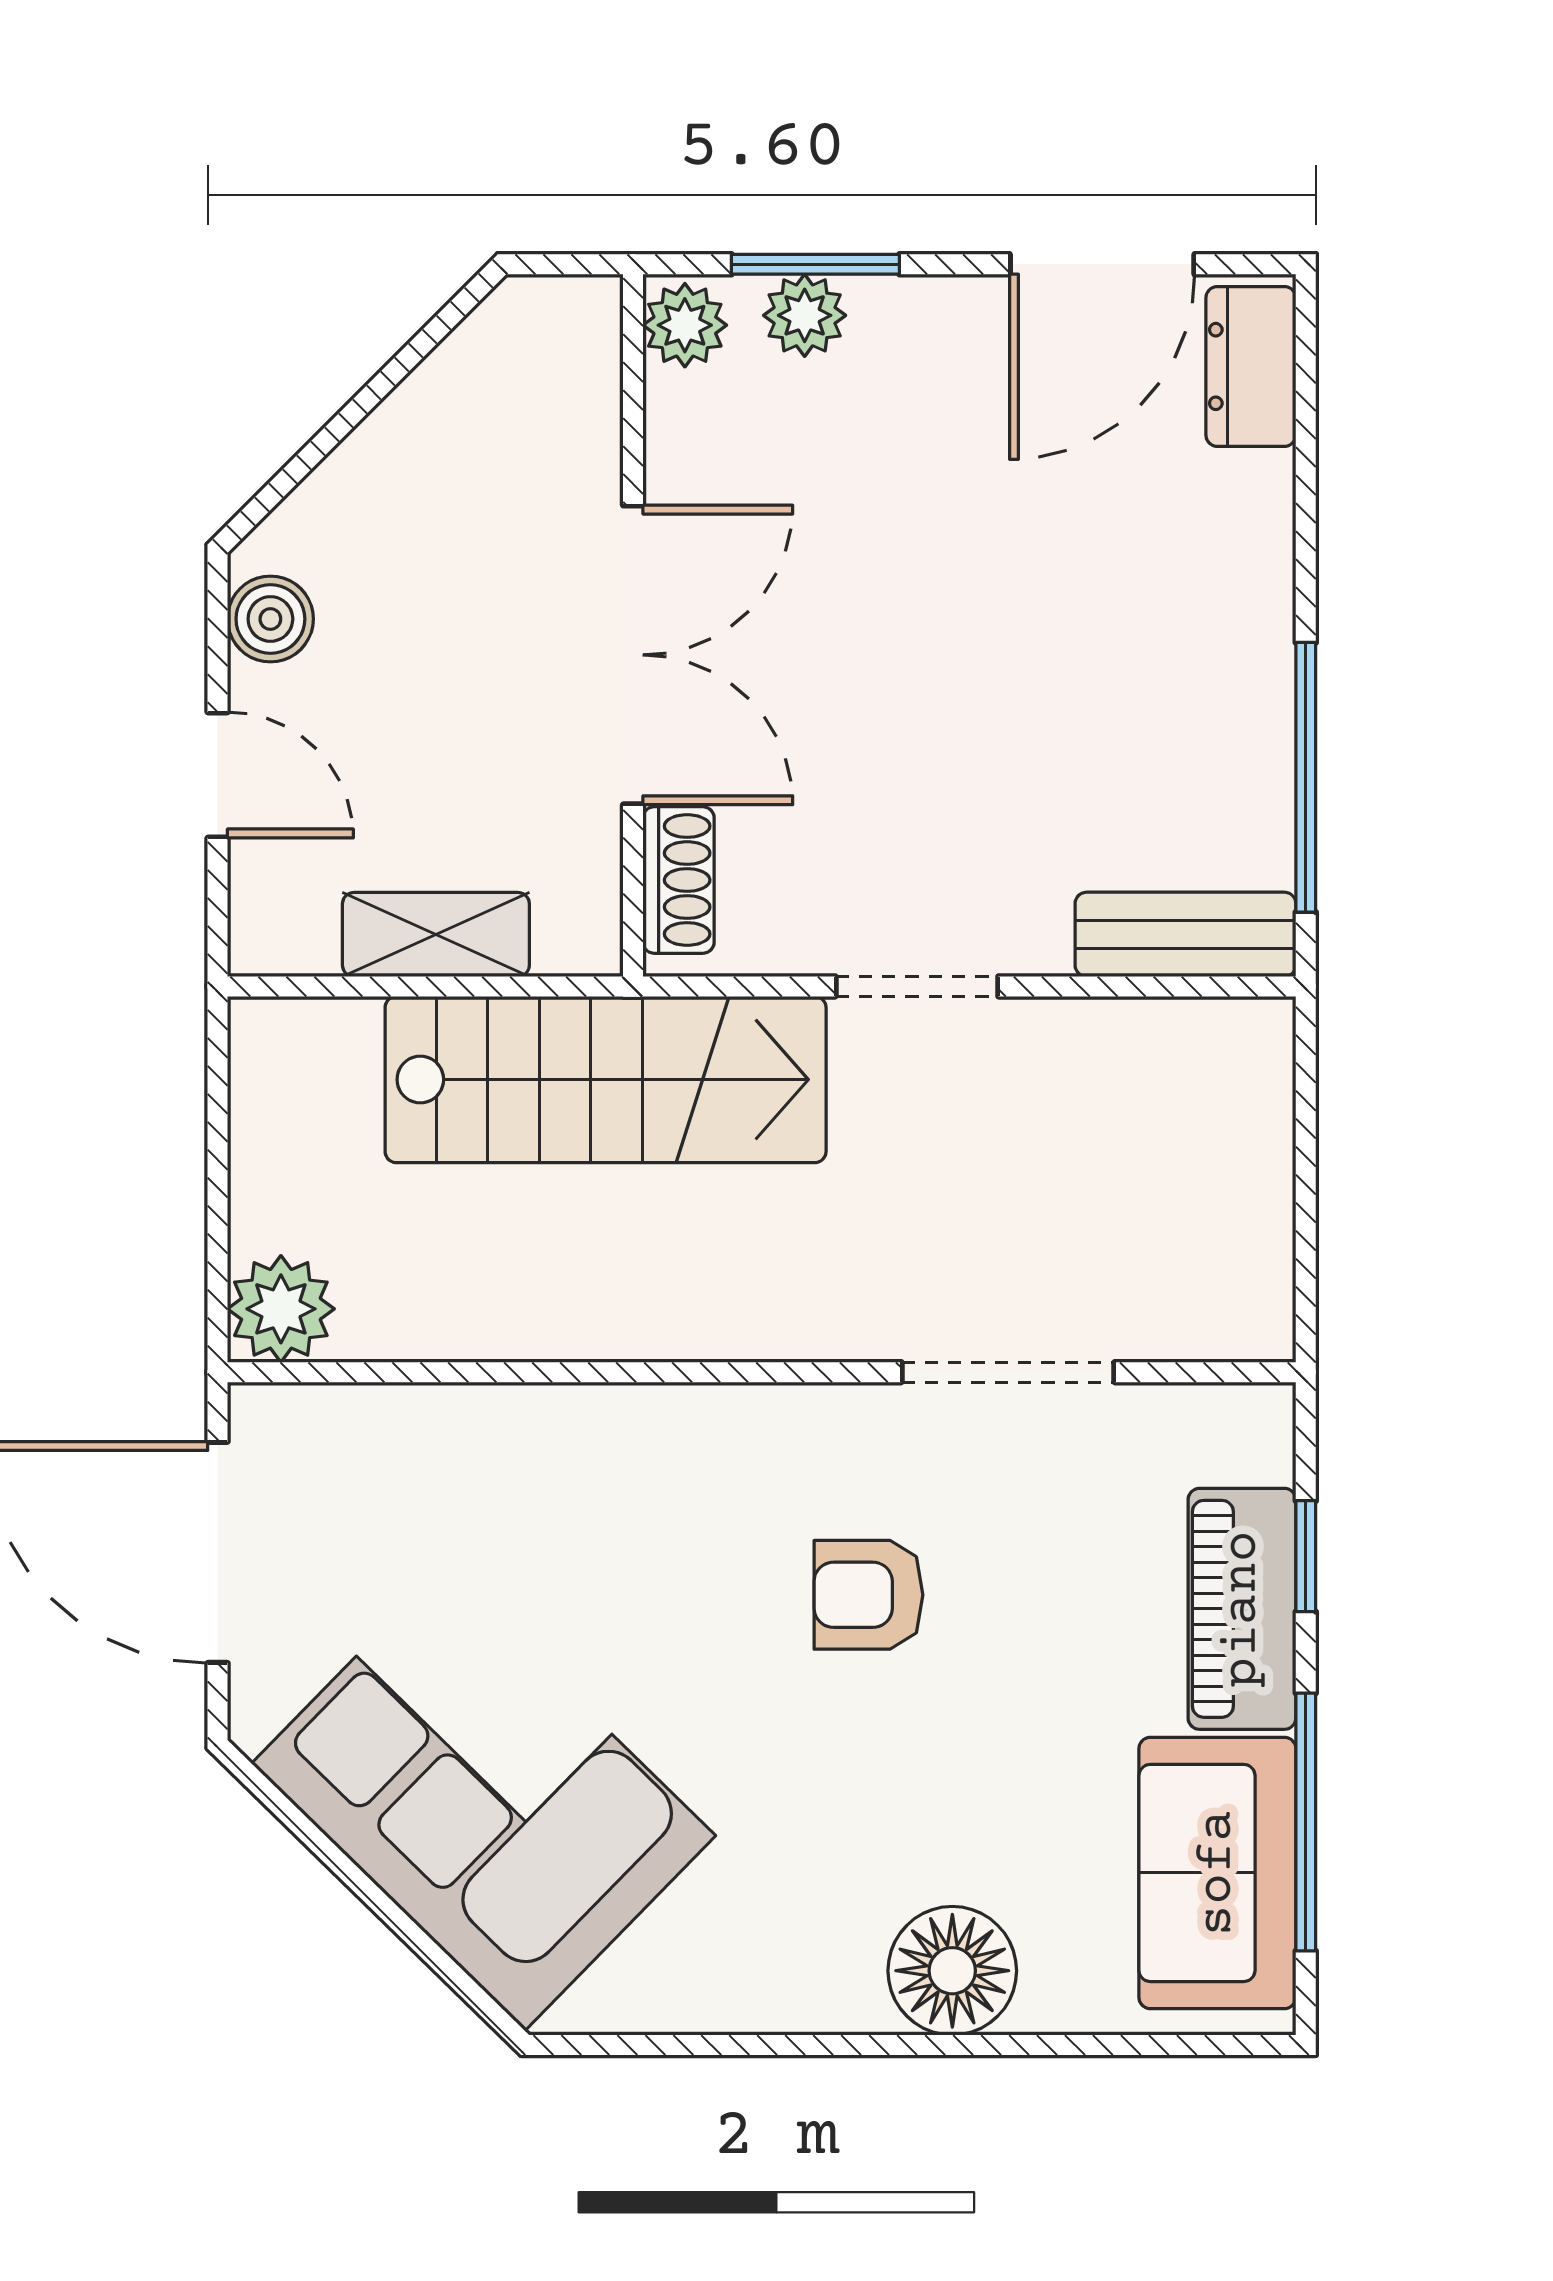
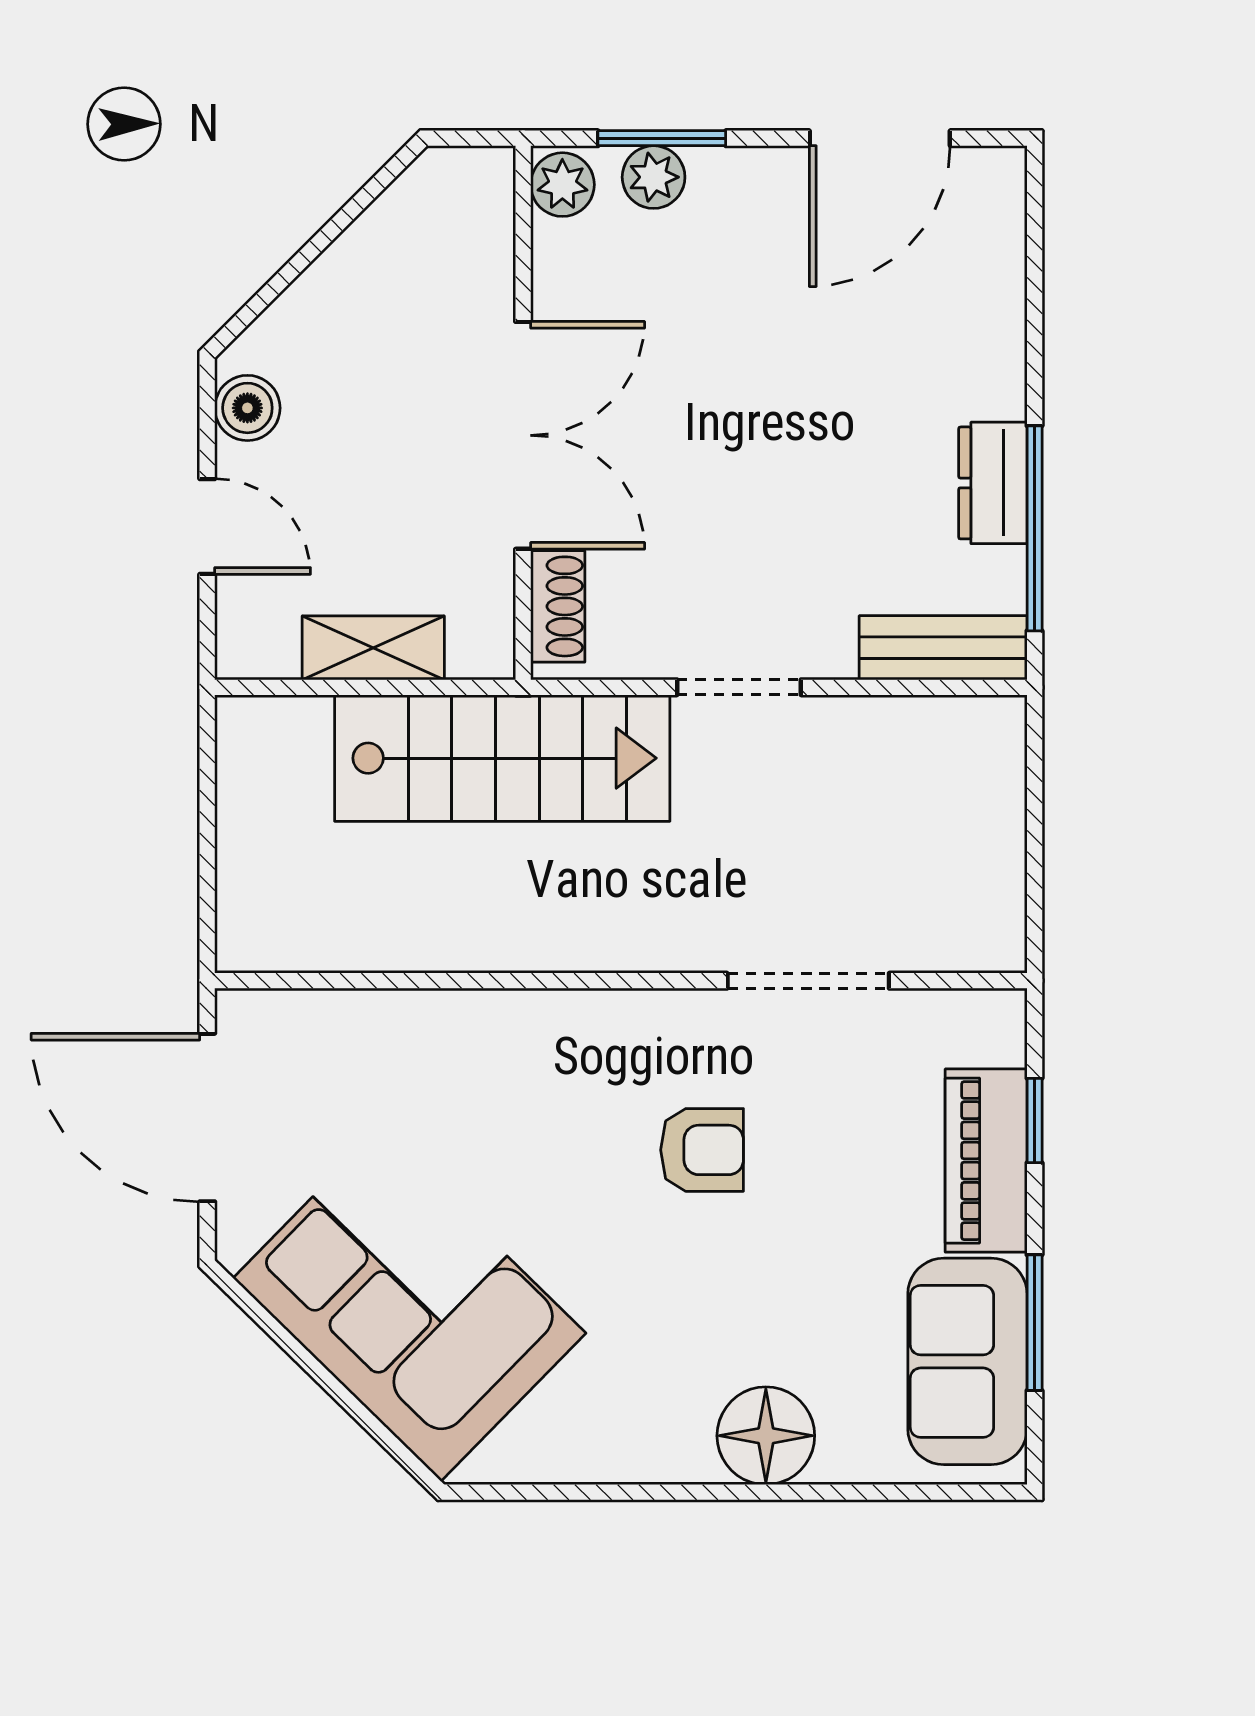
dresser: (1251, 366) -> (993, 483), moved
plant: (281, 1309) -> (255, 932), removed
armchair: (868, 1595) -> (702, 1150), turned 180
window: (1306, 1822) -> (1035, 1323), width x0.69

